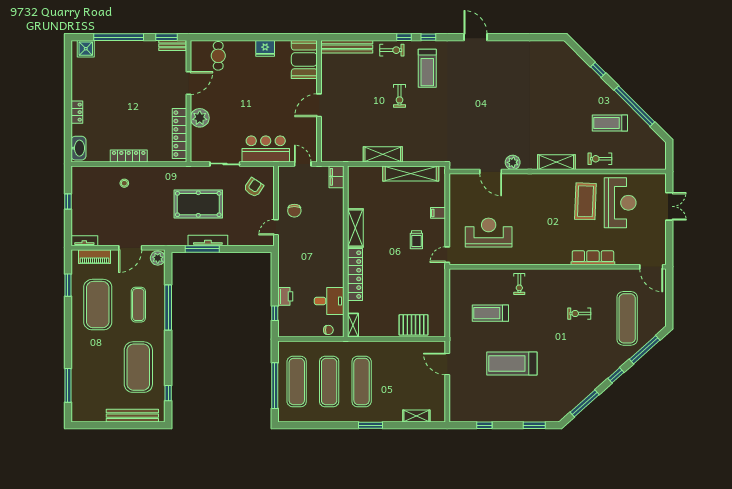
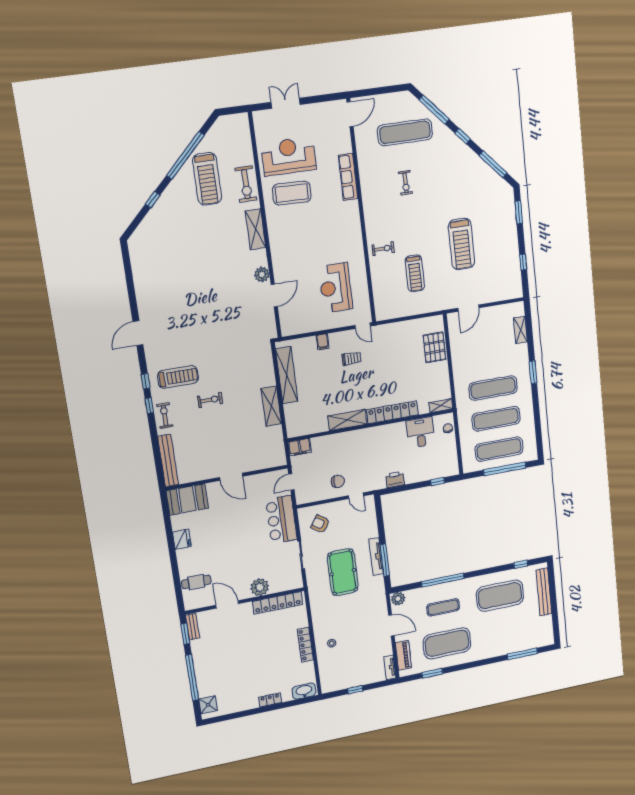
treadmill: (610, 123) -> (207, 179), width x1.37, depth x1.38
exercise bike: (600, 159) -> (246, 184), width x1.38, depth x1.39
printer: (285, 296) -> (395, 479), moved

